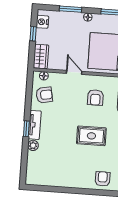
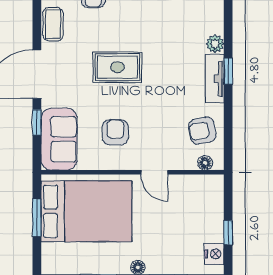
wardrobe: (41, 56) -> (212, 195), removed

